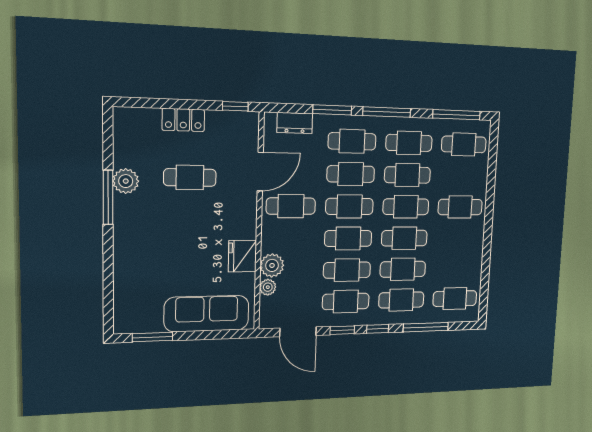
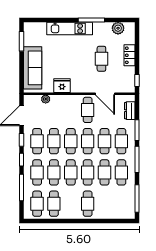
cafe table: (464, 144) -> (54, 204), moved
plant: (126, 181) -> (118, 28), moved
kitchen unit: (126, 242) -> (70, 28), added
plant: (272, 265) -> (57, 101), removed

